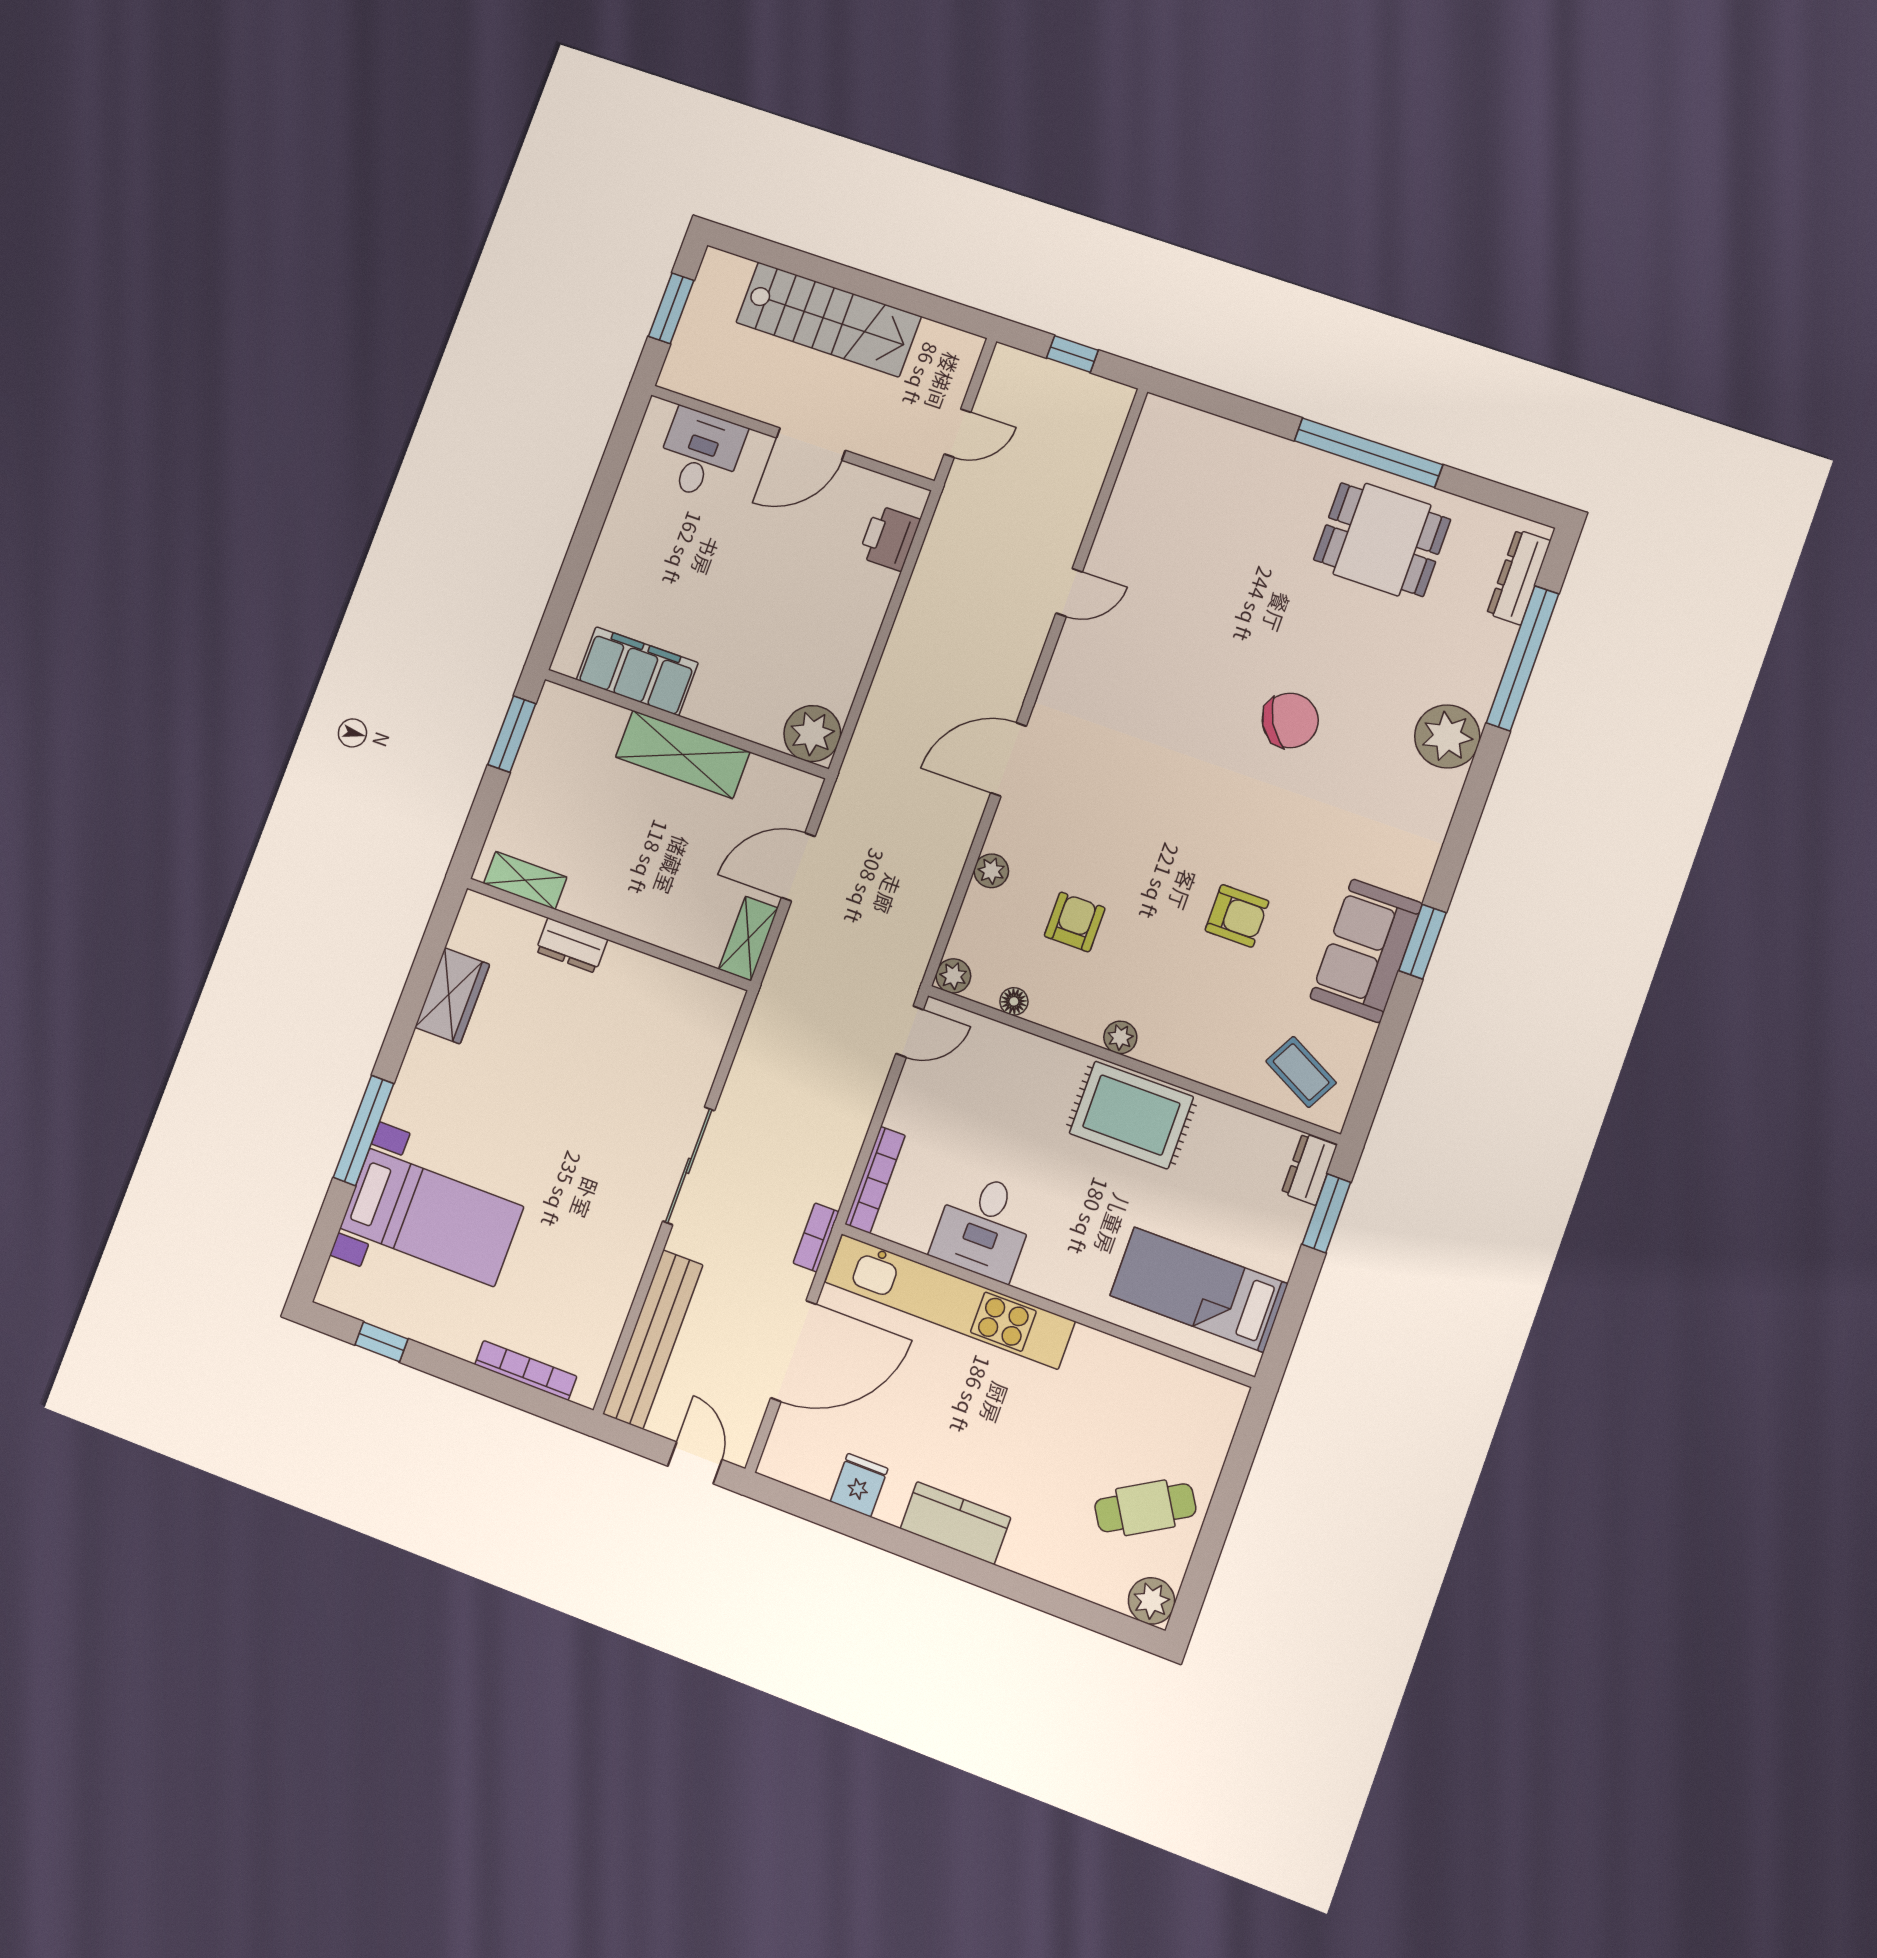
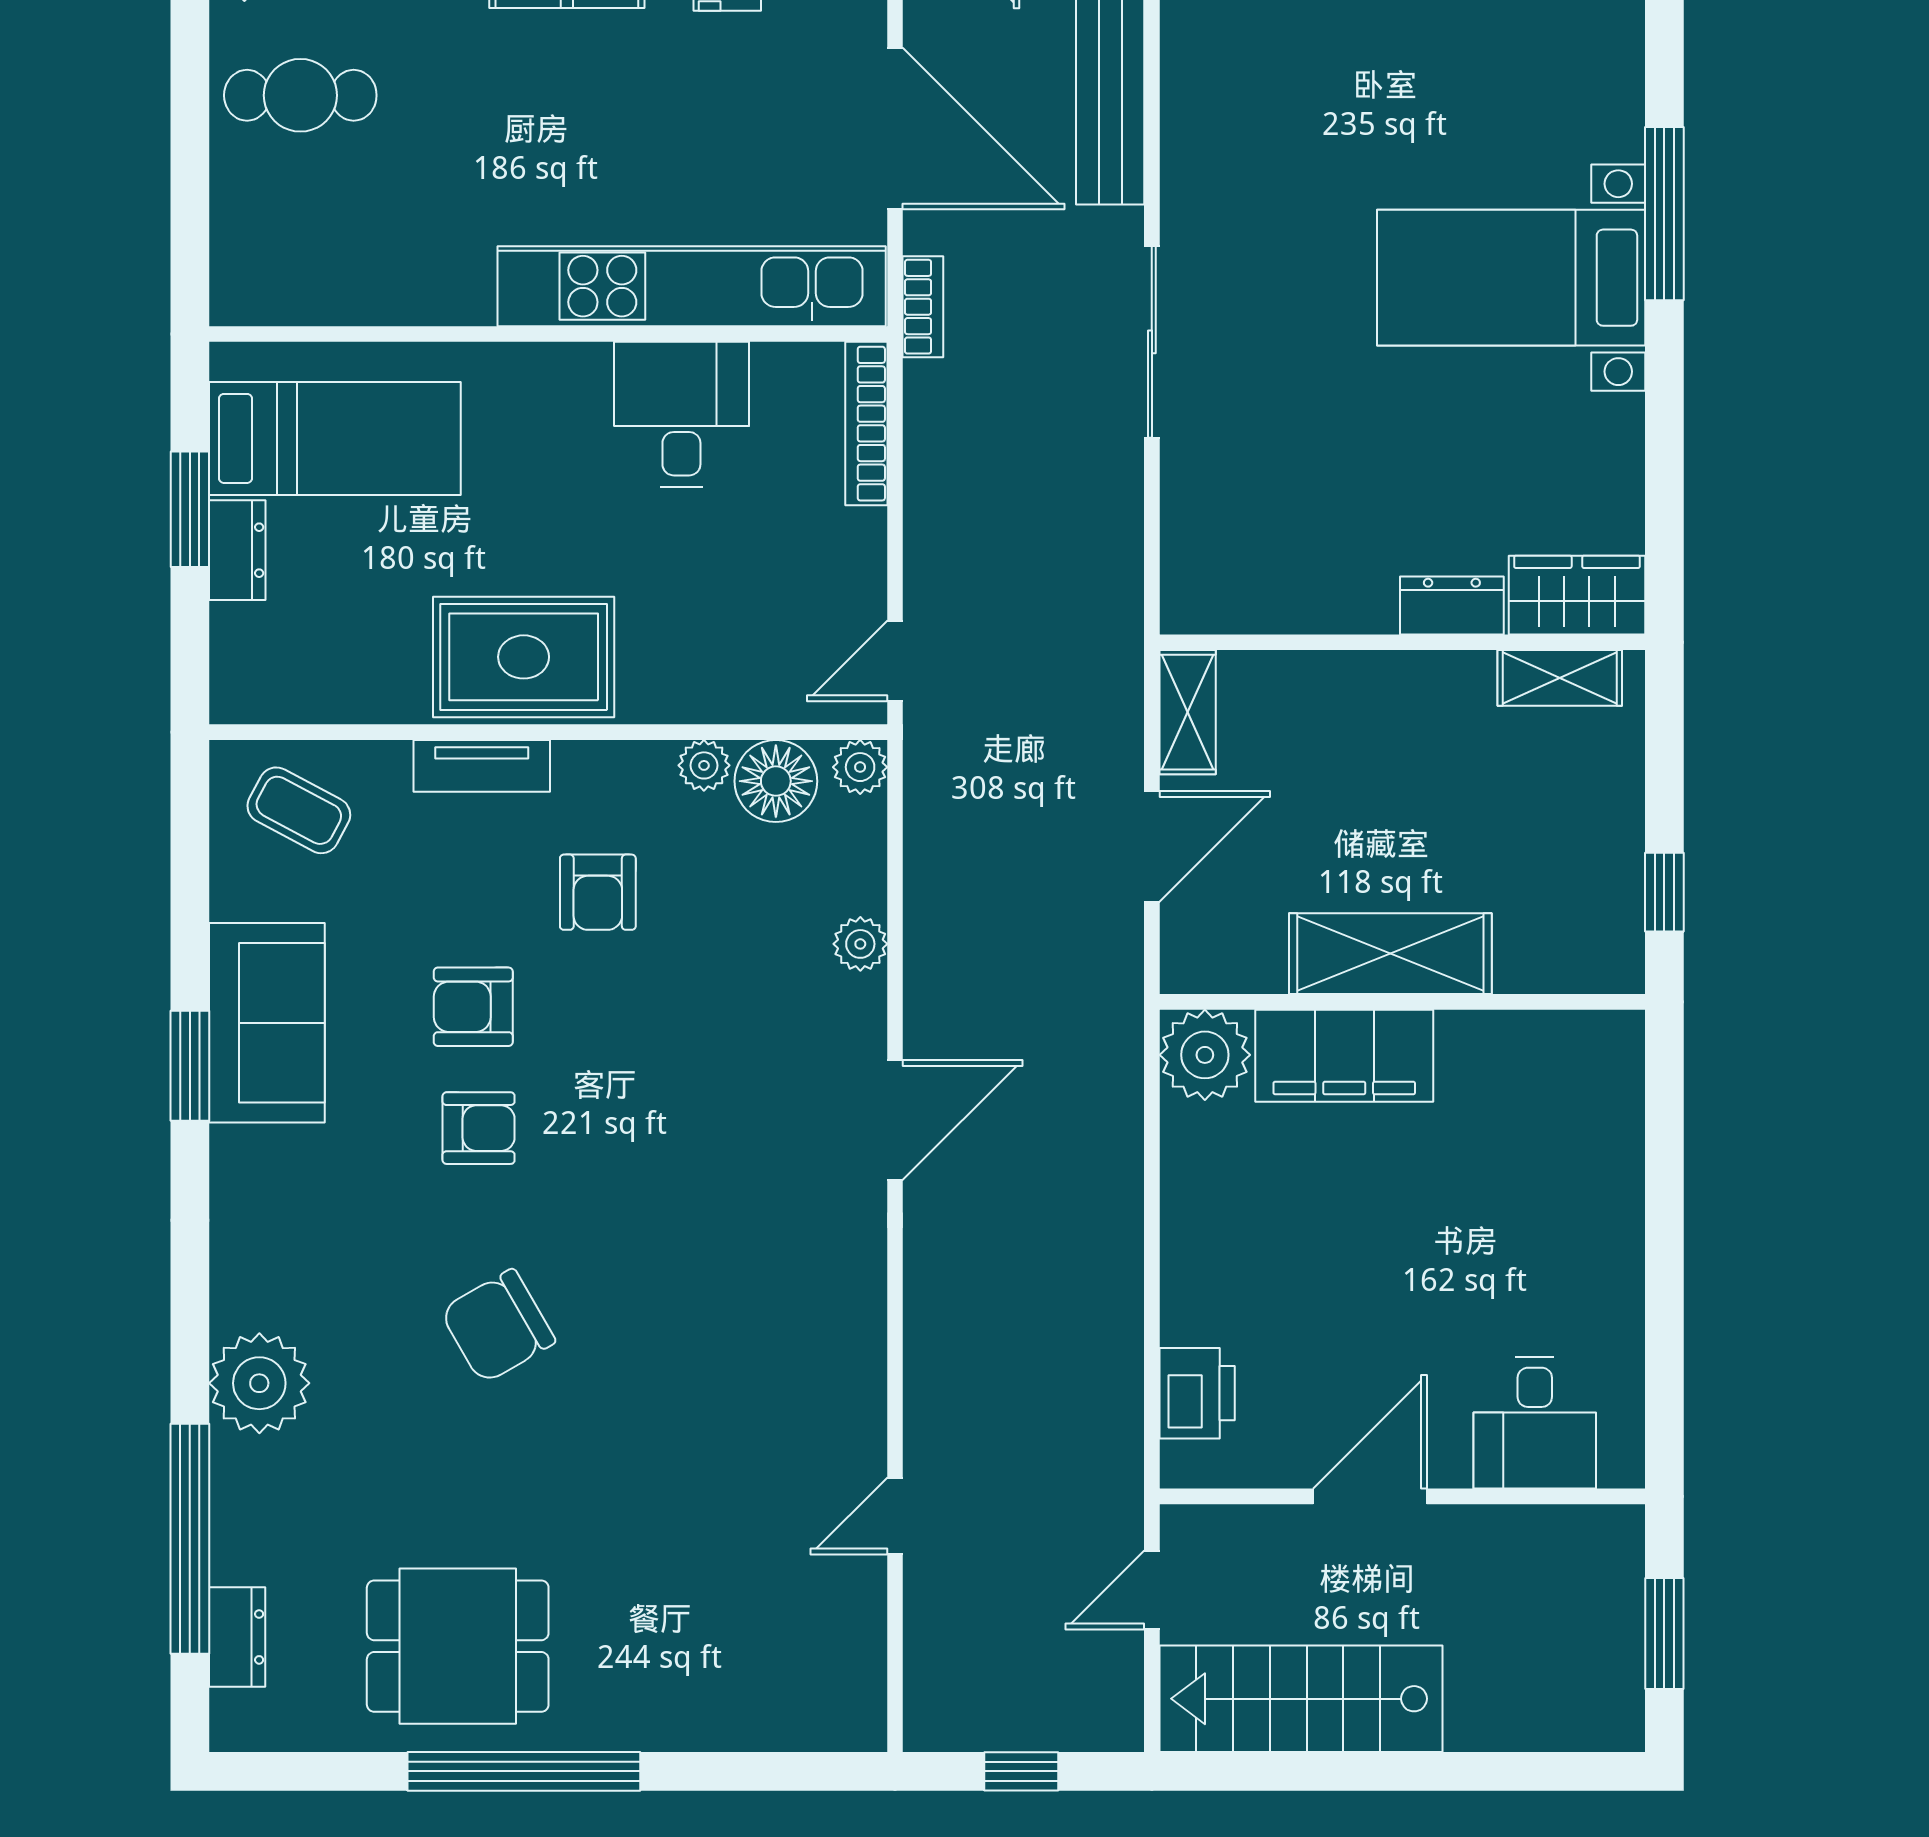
stairs: (828, 319) -> (1301, 1699), moved
dresser: (1519, 577) -> (237, 1637), width x0.70
door: (1069, 592) -> (895, 1516), moved
filing cabinet: (637, 671) -> (1344, 1056), moved
window: (512, 734) -> (1664, 892), width x0.67
armchair: (1260, 842) -> (479, 1128), added
armchair: (1075, 922) -> (598, 892), moved
wardrobe: (452, 996) -> (1577, 595), moved, turned 90
floor lamp: (1014, 1001) -> (776, 781), width x1.89, depth x1.89
plant: (1120, 1037) -> (704, 765), moved
tv unit: (1180, 1059) -> (482, 766), added
dresser: (1309, 1169) -> (237, 550), moved
window: (1326, 1213) -> (190, 509), moved
bed with nightstands: (432, 1217) -> (1511, 278), moved
door: (794, 1351) -> (895, 129), swing flipped
cafe table: (1145, 1508) -> (300, 95), turned 31

